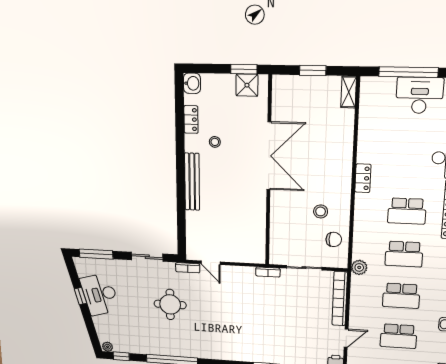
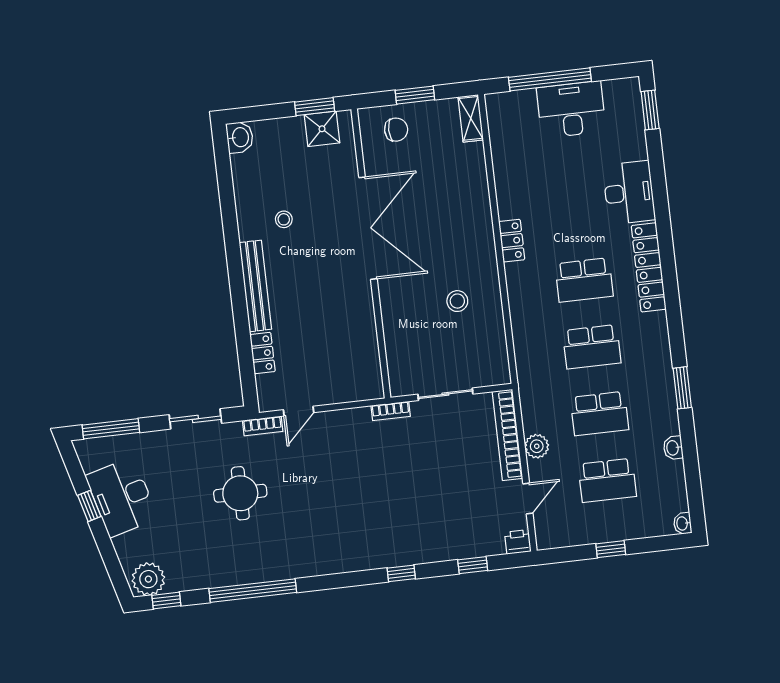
locker: (191, 119) -> (263, 353), moved
chair: (334, 239) -> (396, 130), moved
door: (211, 263) -> (299, 411), hinge flipped
plant: (359, 267) -> (537, 446), moved
plant: (108, 347) -> (148, 579), width x1.88, depth x1.88

